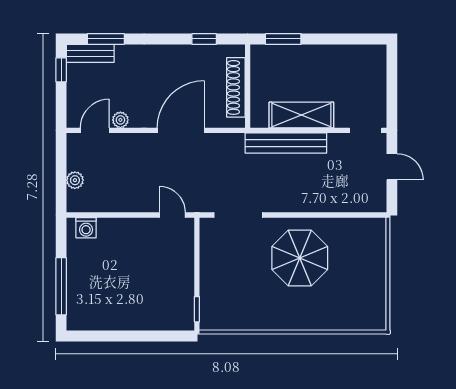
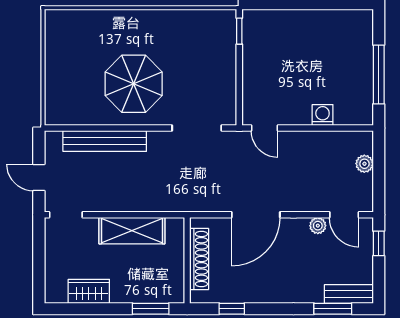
wardrobe: (343, 56) -> (89, 291), added
window: (61, 70) -> (379, 243), moved
door: (95, 130) -> (344, 215), hinge flipped
bench: (286, 143) -> (105, 141), moved
washing machine: (86, 228) -> (323, 115), moved
window: (61, 286) -> (379, 75), moved

